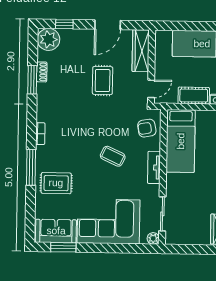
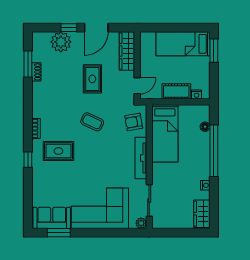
window: (64, 24) -> (69, 28), moved
plant: (48, 39) -> (61, 42), moved
window: (32, 80) -> (28, 64), moved
coffee table: (113, 156) -> (92, 122), moved
window: (31, 167) -> (28, 160), width x0.46
tv unit: (154, 167) -> (141, 158), width x1.41
rug: (56, 183) -> (58, 151), moved

